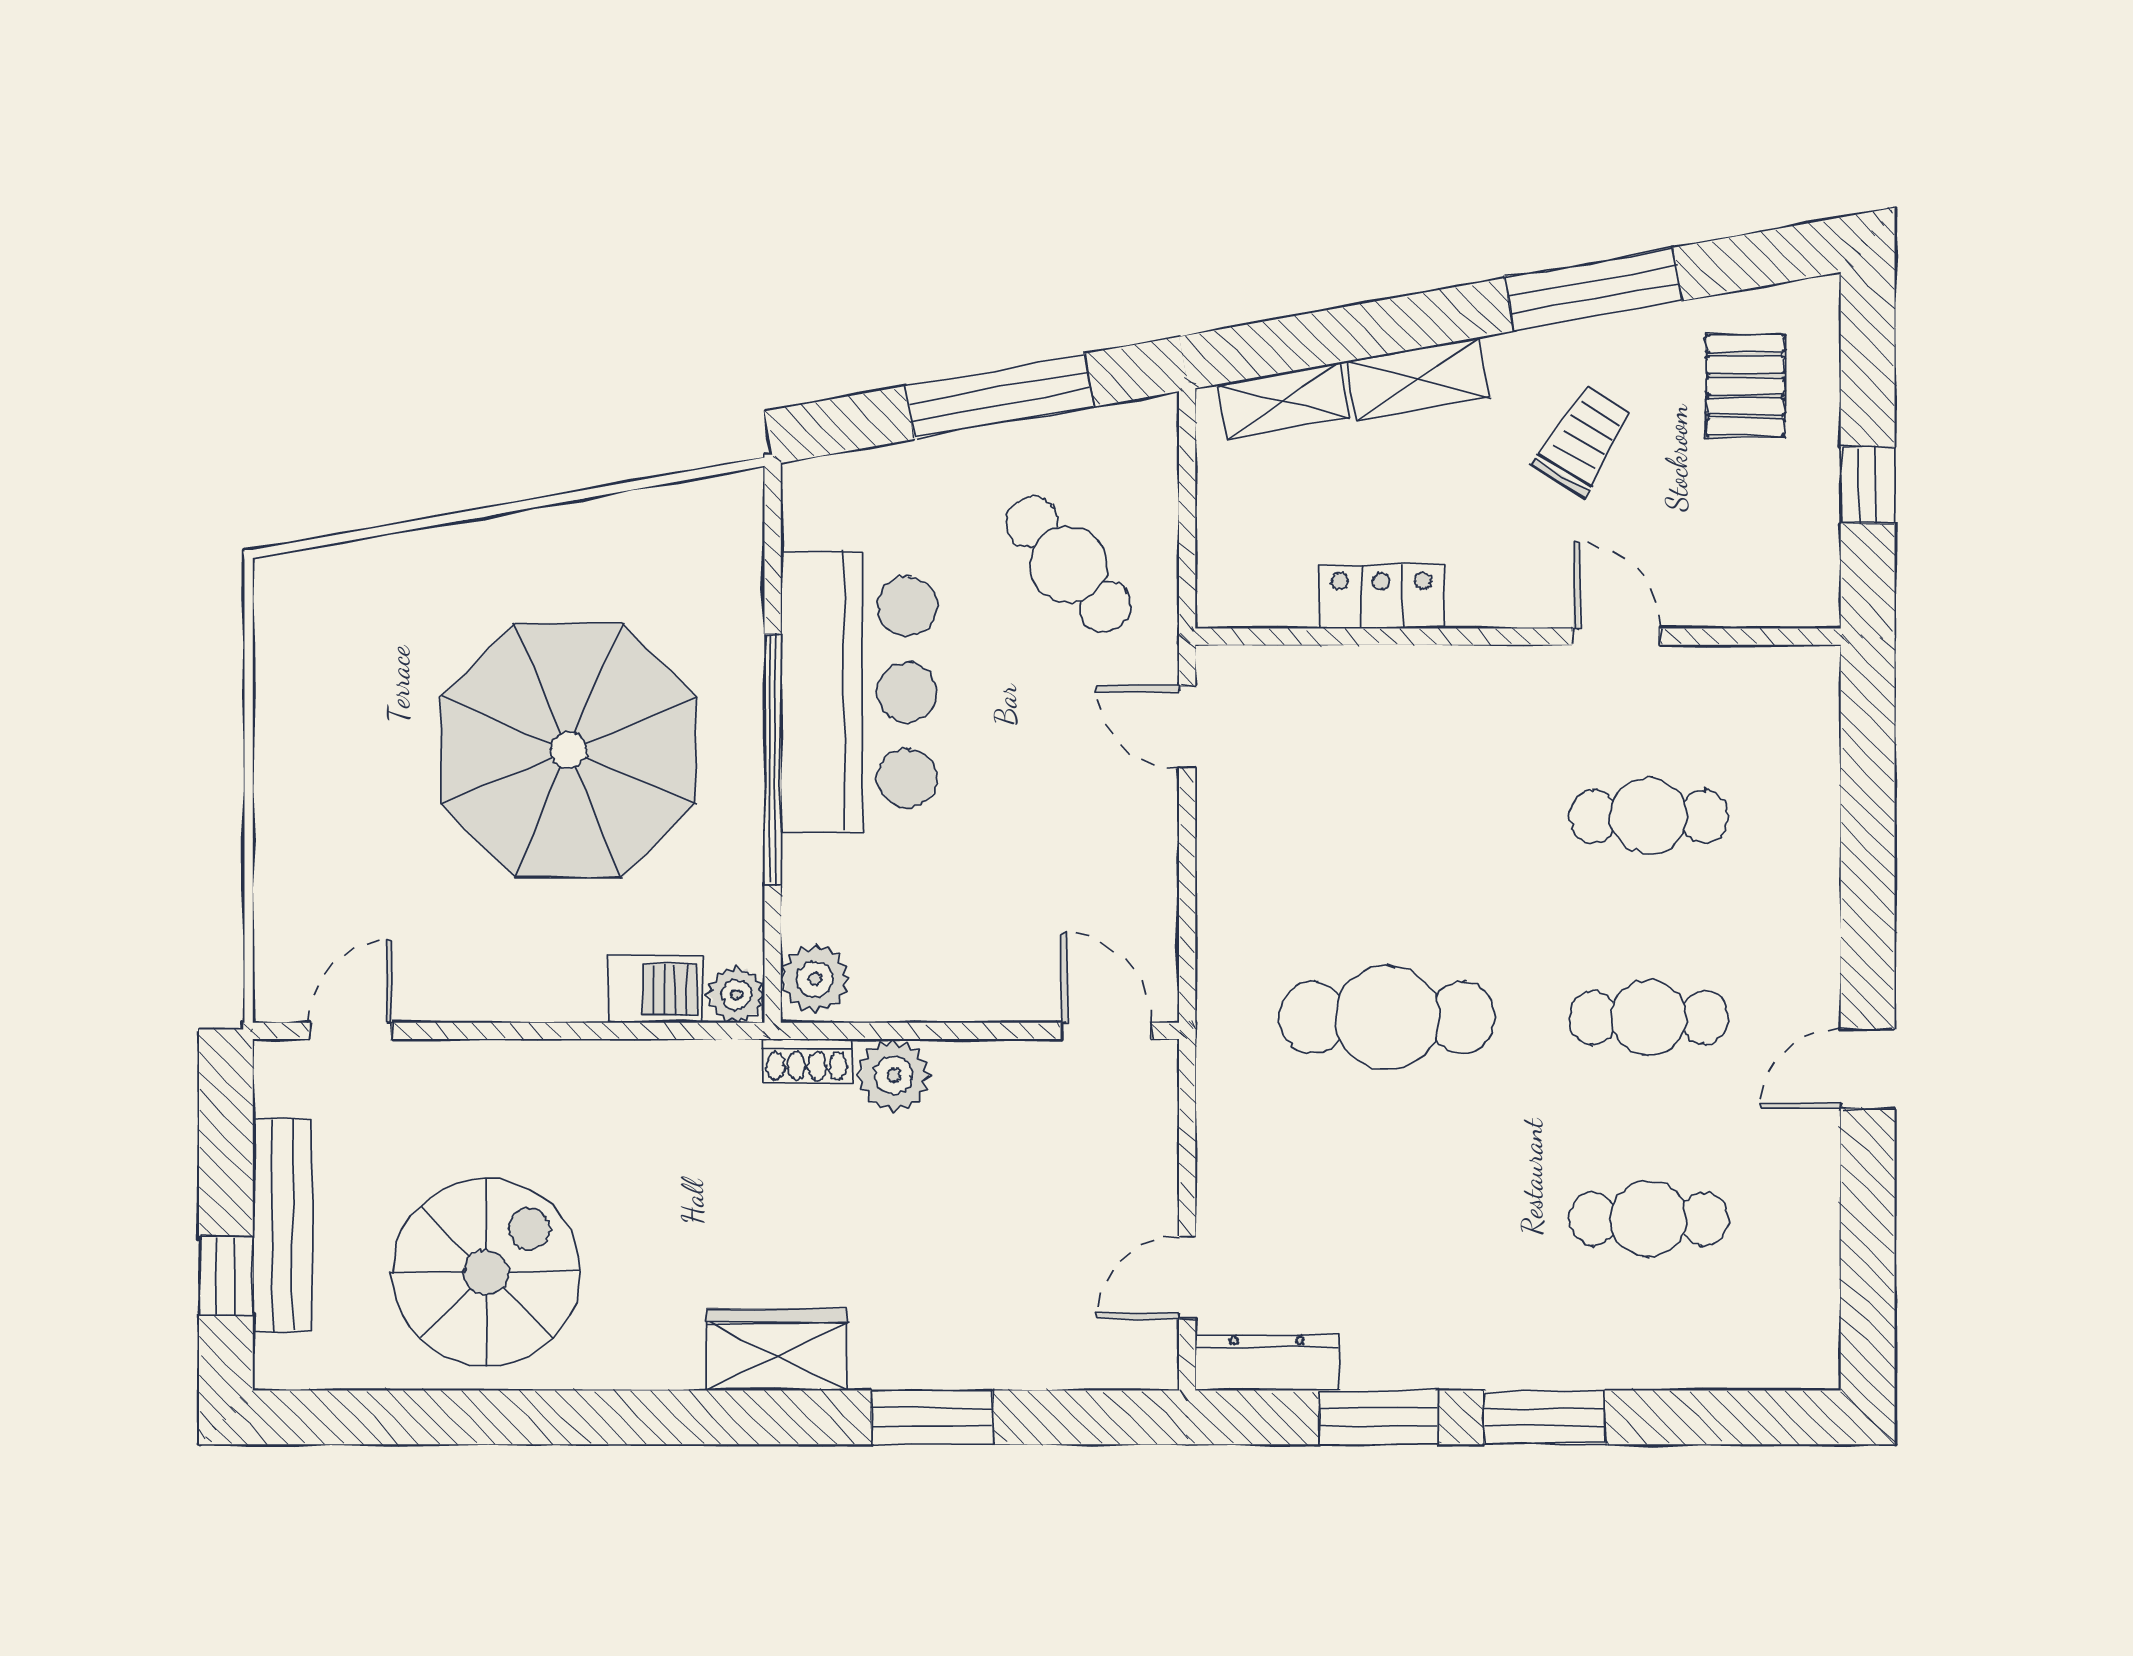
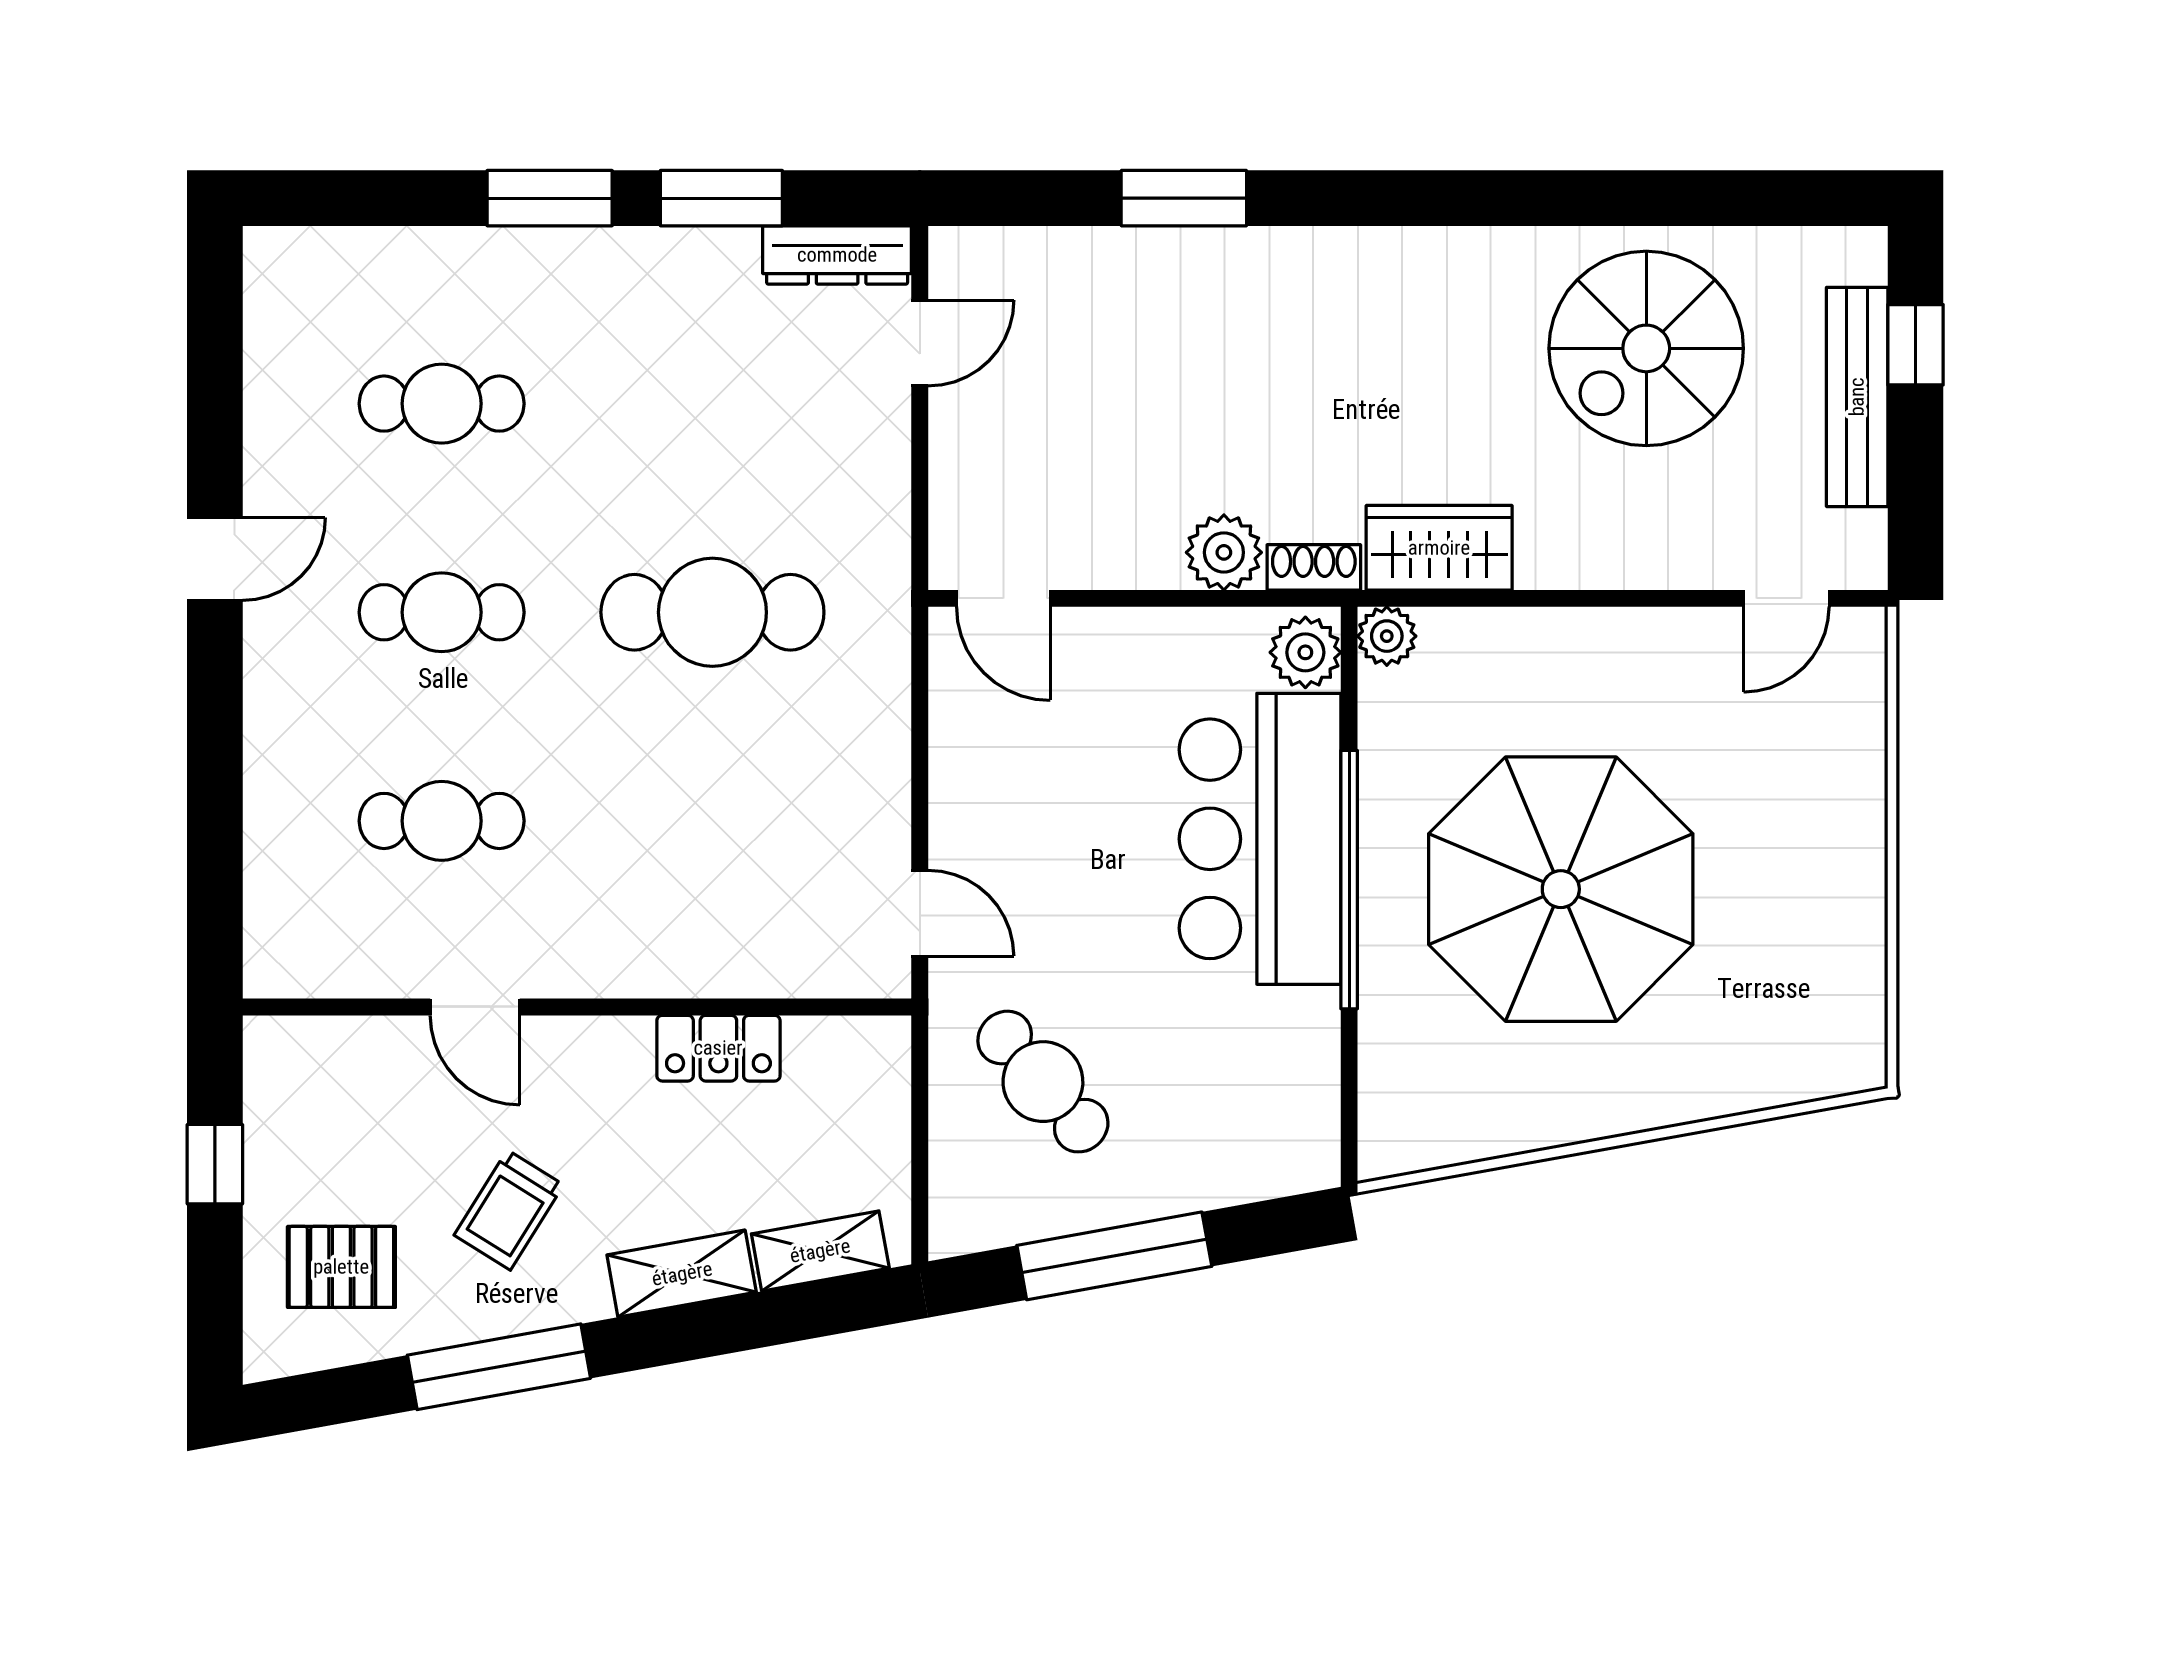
pallet: (1745, 386) -> (341, 1267), turned 90
bar counter: (859, 692) -> (1260, 839), moved
barbecue: (655, 989) -> (1471, 642), removed
wardrobe: (777, 1350) -> (1439, 548), moved, turned 180

